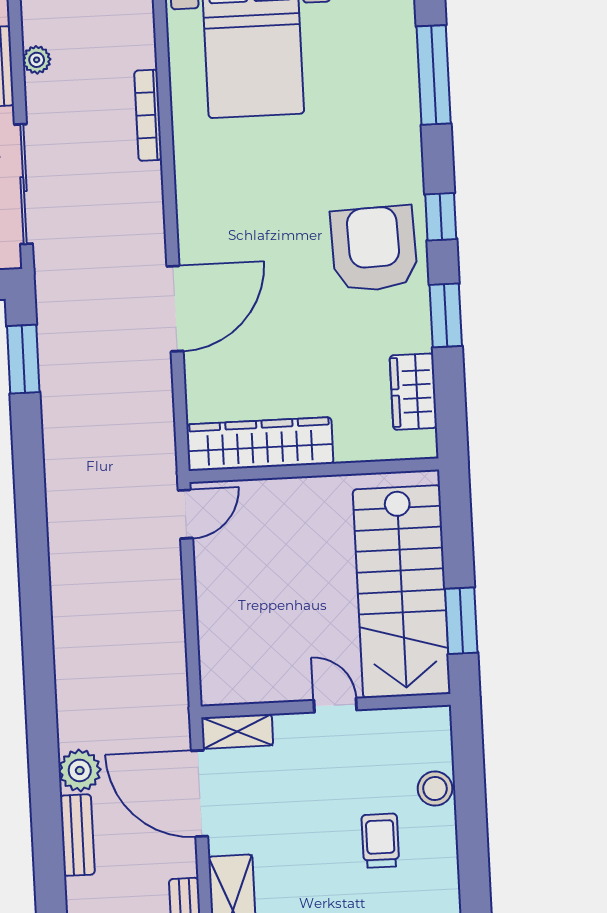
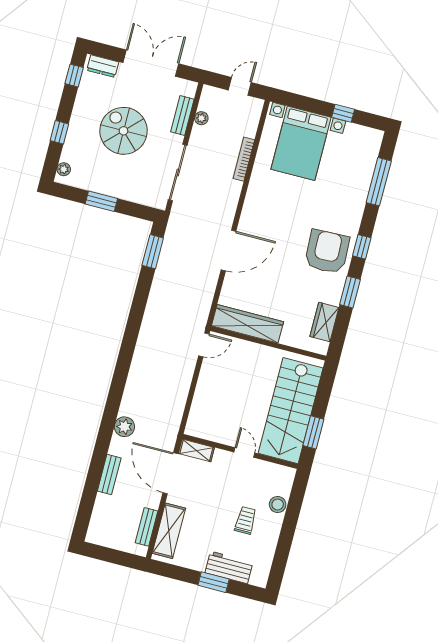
plant: (80, 770) -> (124, 427), moved

